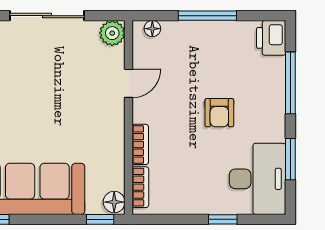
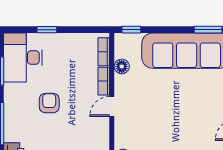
door: (129, 83) -> (112, 106), moved
floor lamp: (114, 202) -> (122, 66), moved

